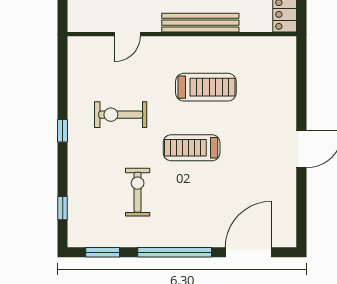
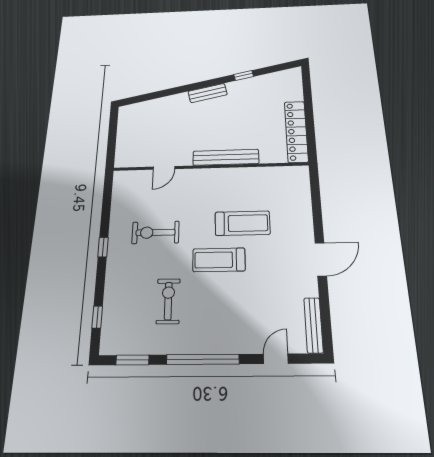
treadmill: (206, 87) -> (242, 223), moved
bench: (289, 219) -> (313, 325), added
door: (249, 252) -> (276, 359), width x0.53

